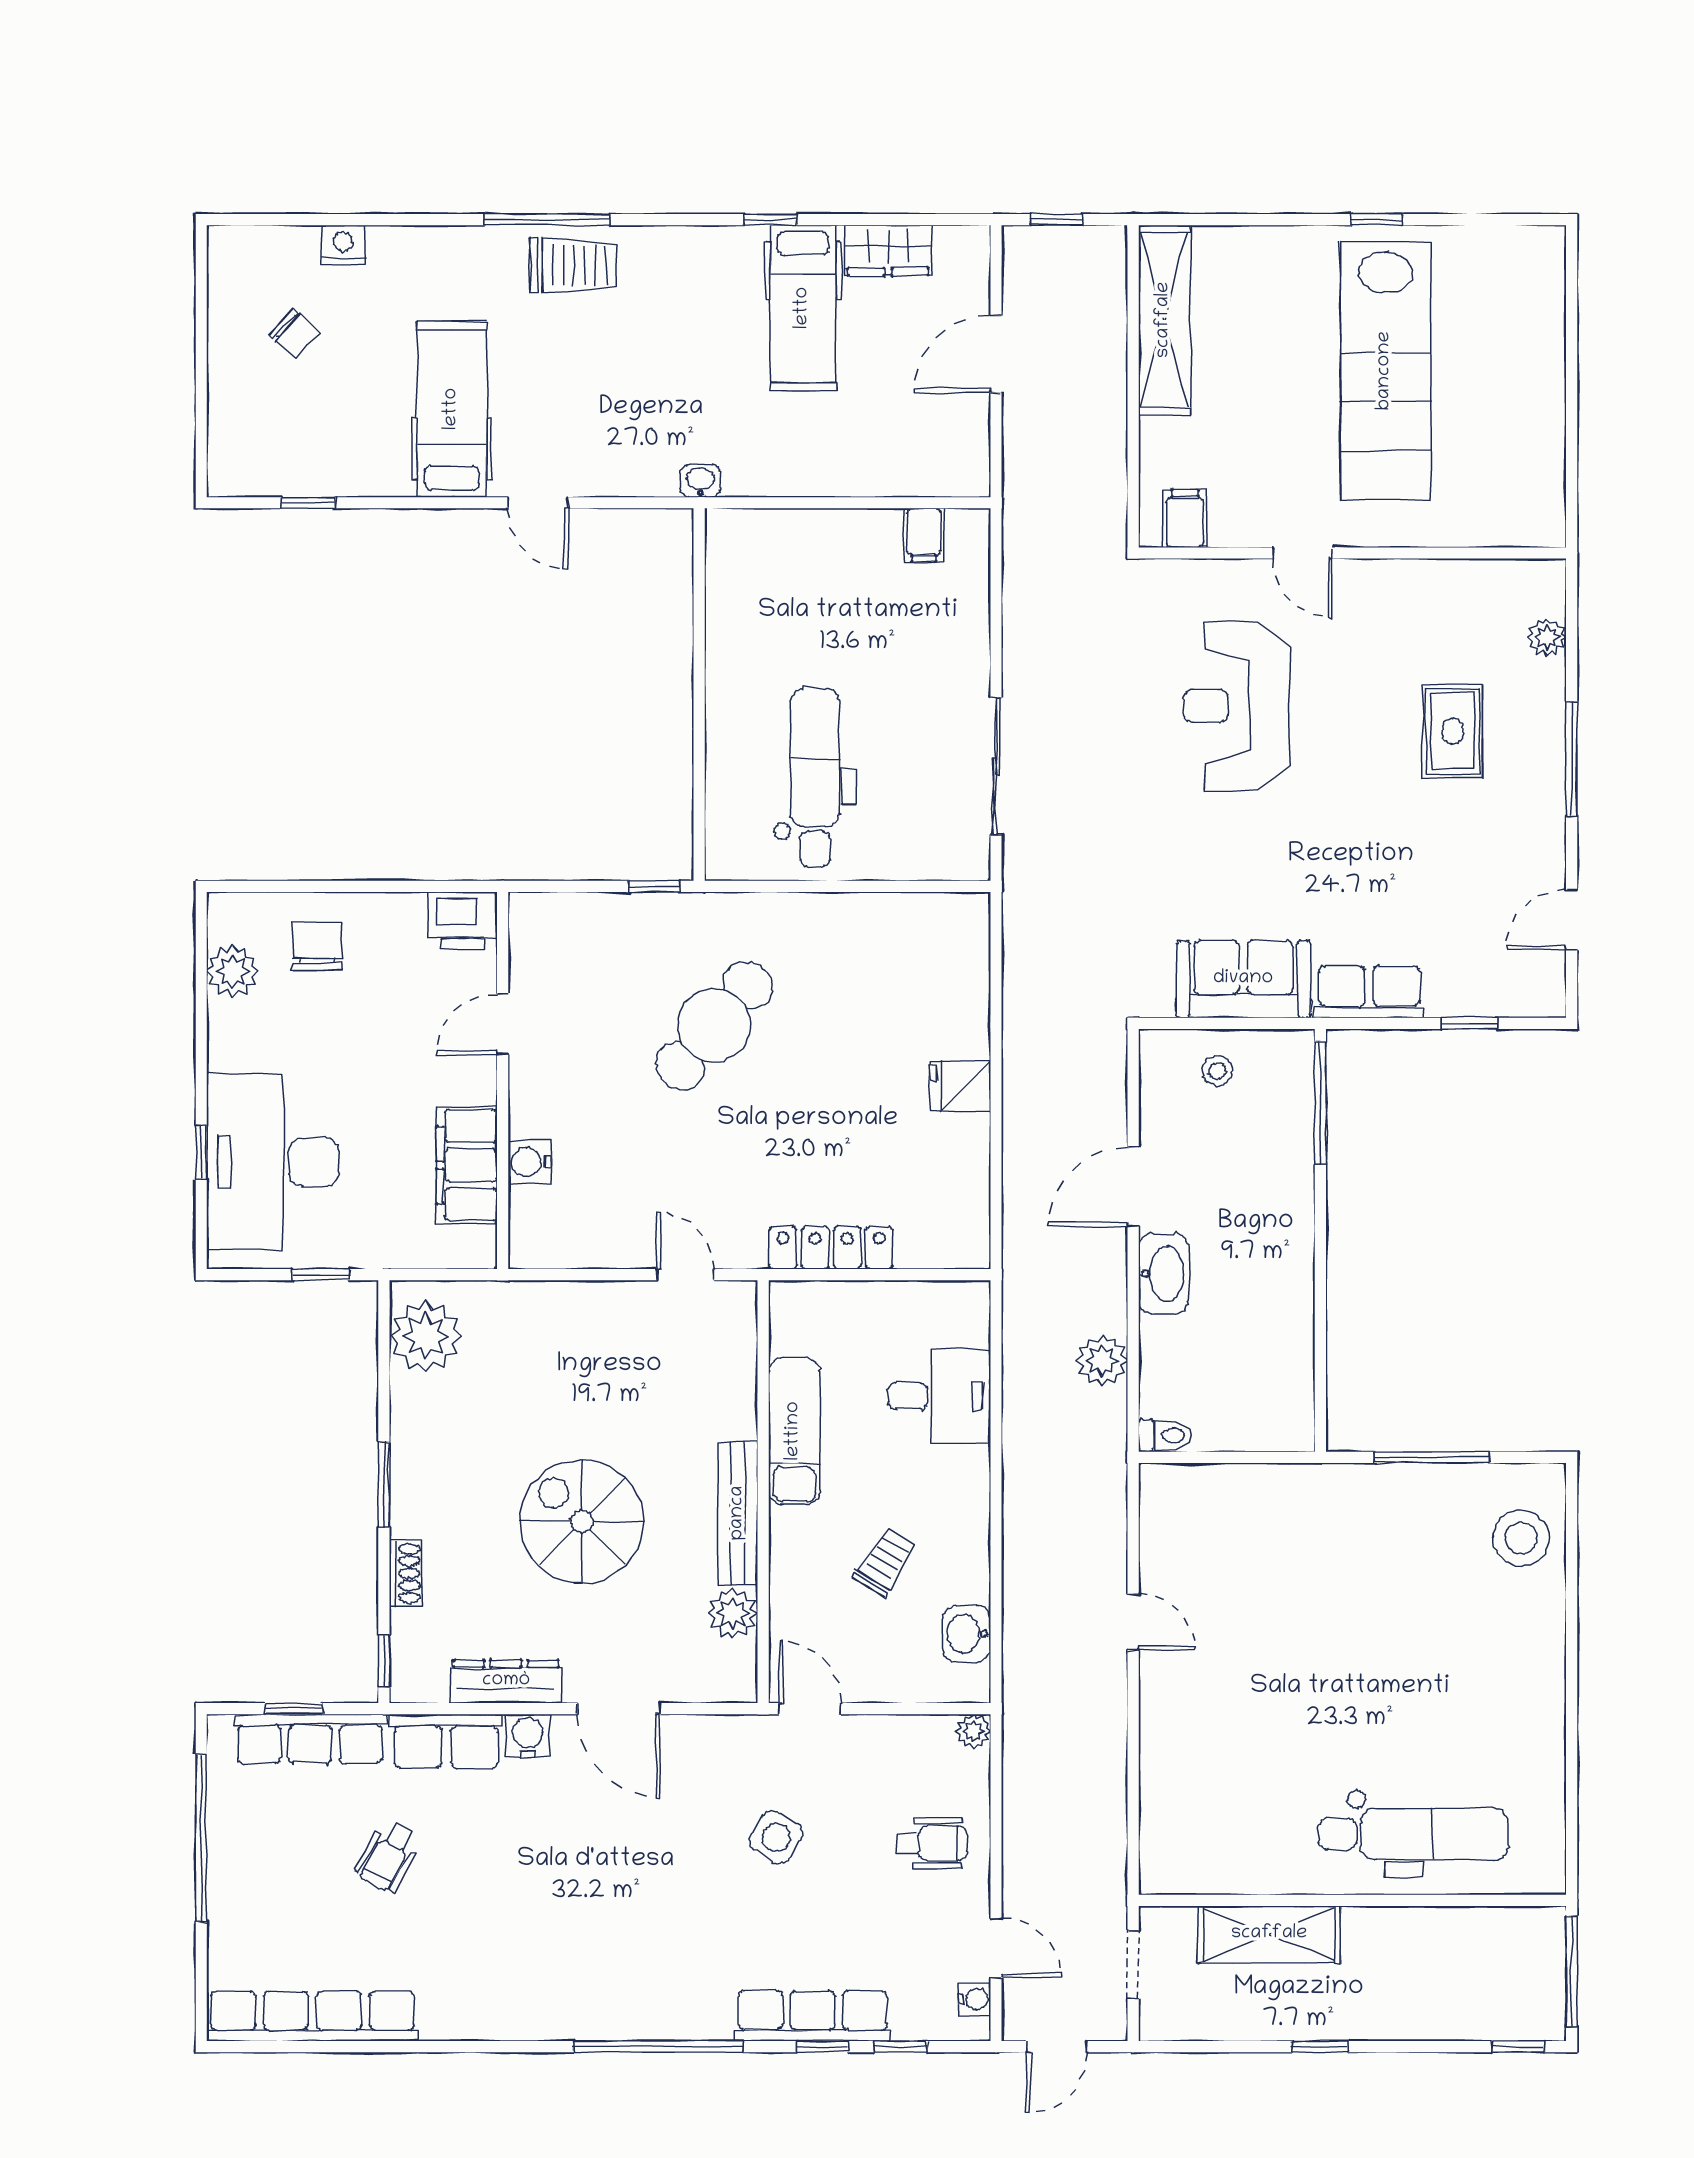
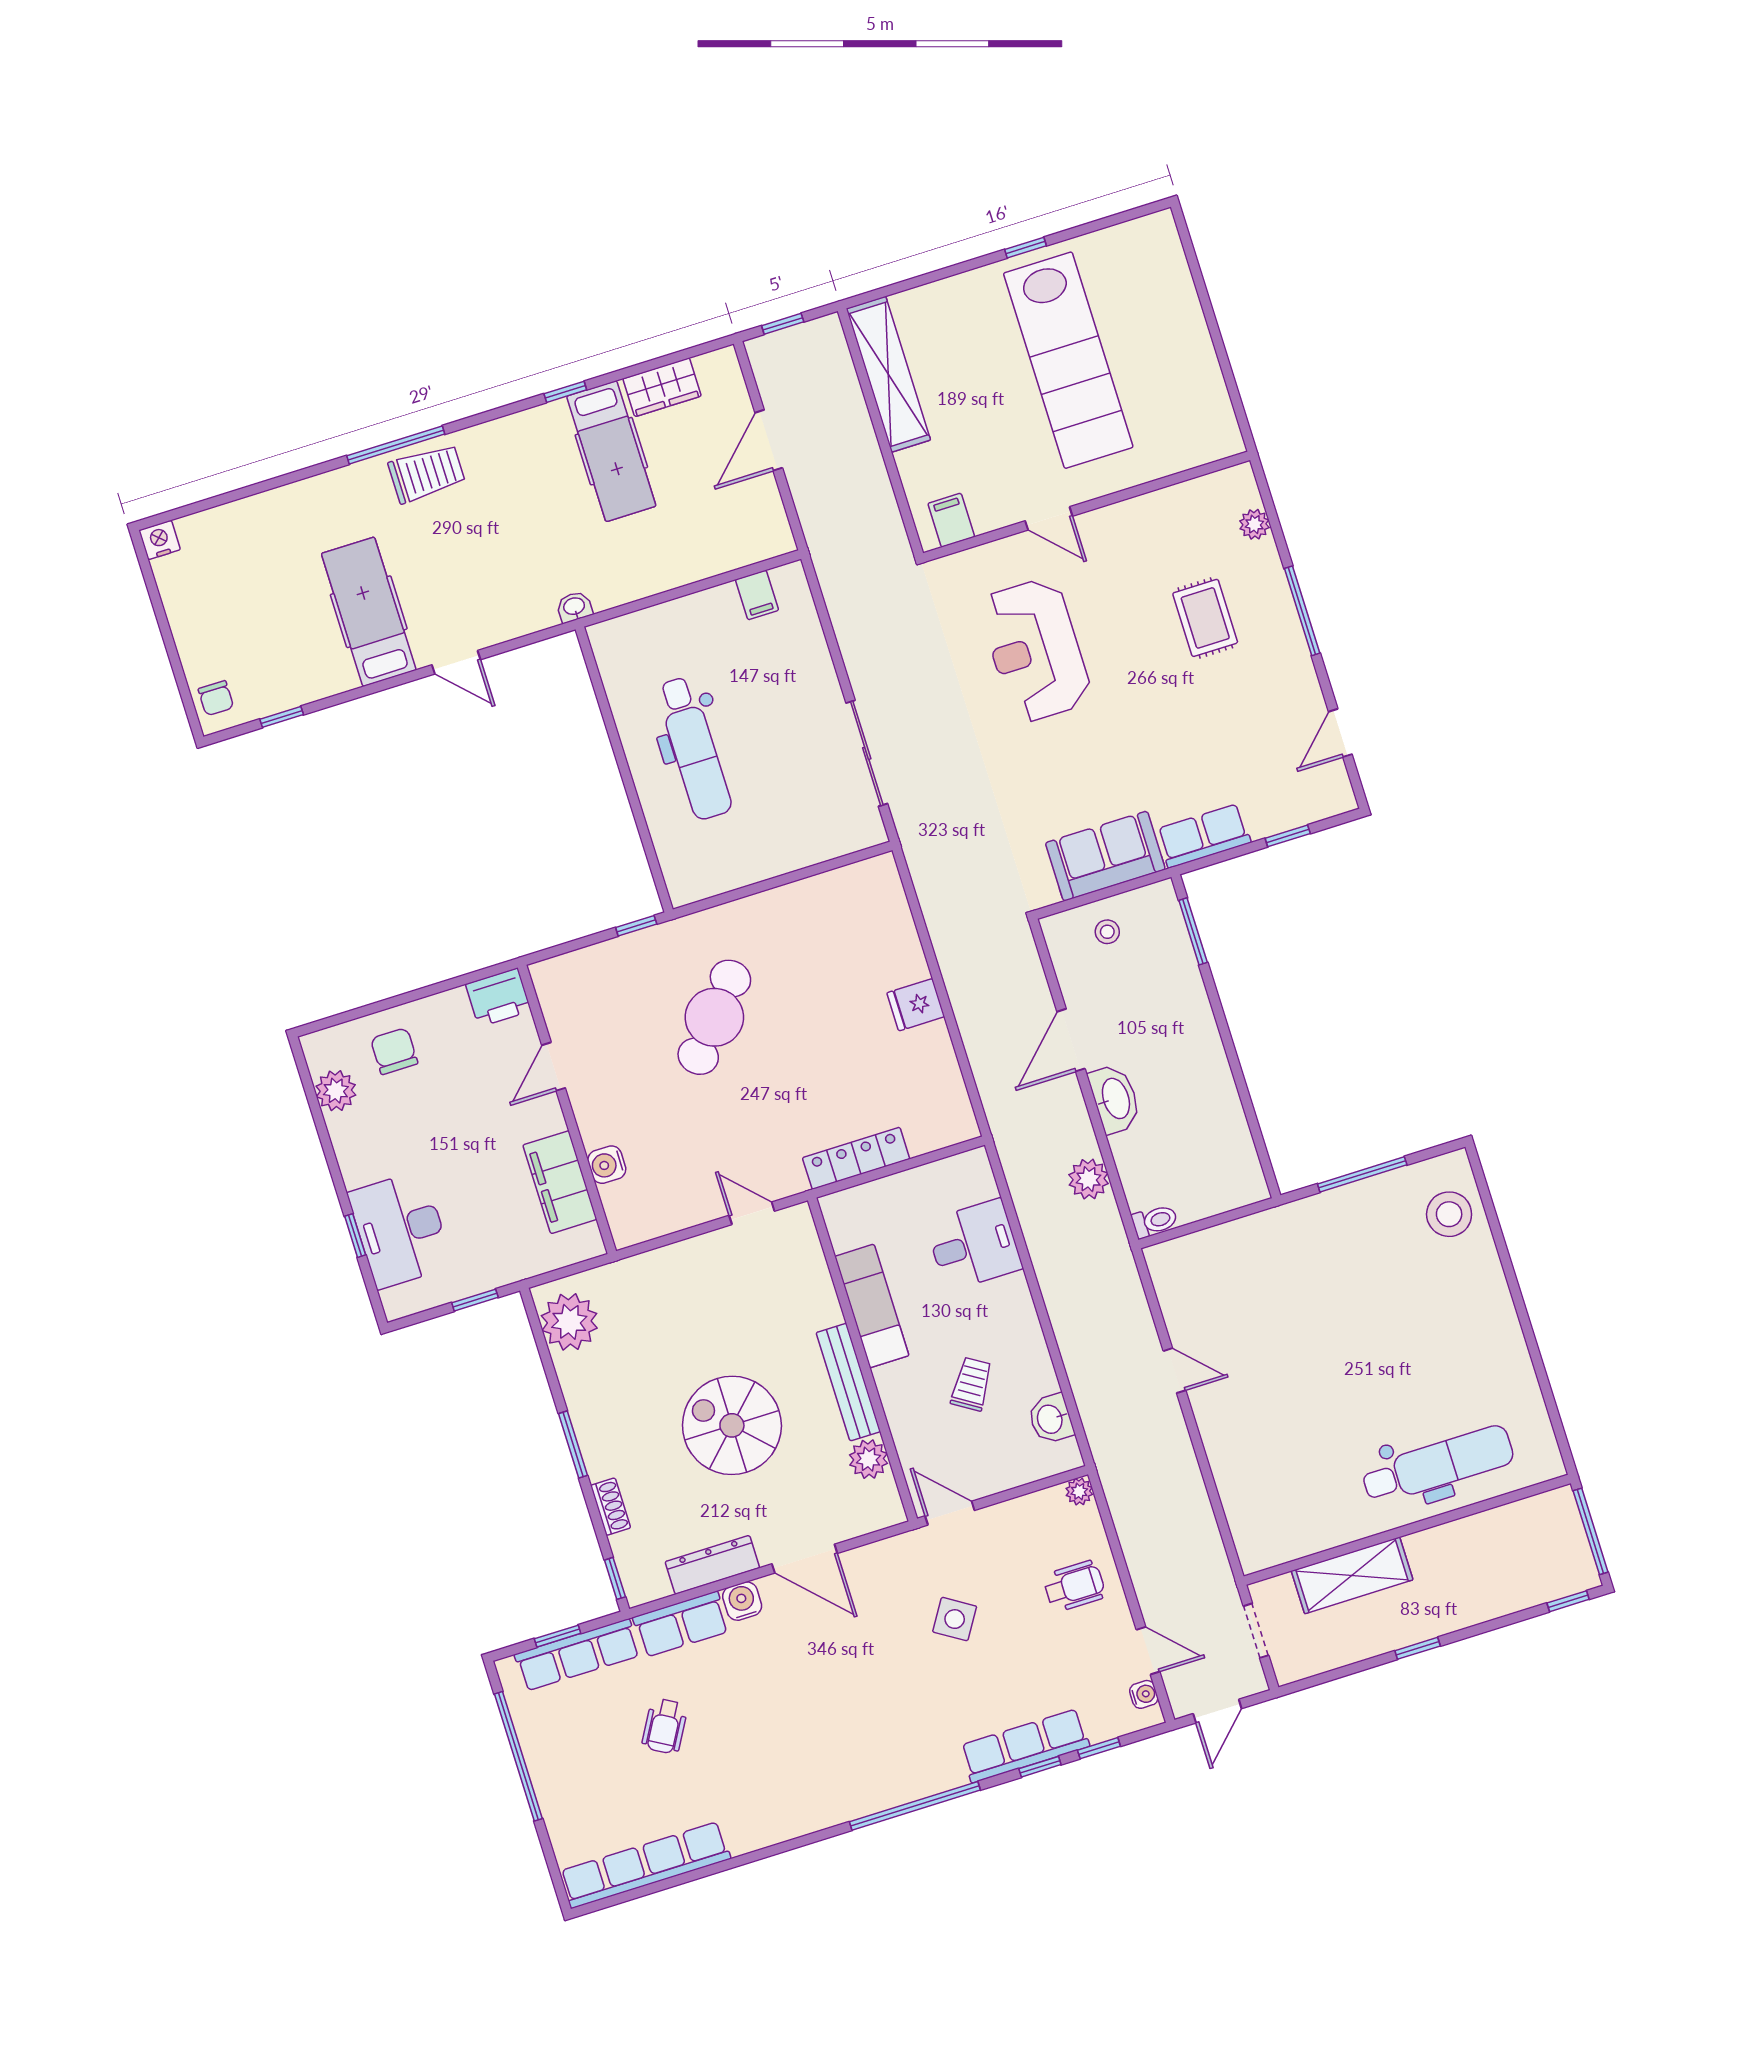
nightstand: (343, 245) -> (160, 540), moved
chair: (294, 334) -> (216, 698), moved, turned 48
dental chair: (815, 777) -> (694, 748), moved, turned 180
window: (1320, 1102) -> (1193, 931), width x0.69
desk: (273, 1162) -> (400, 1230), width x0.73, depth x0.77

